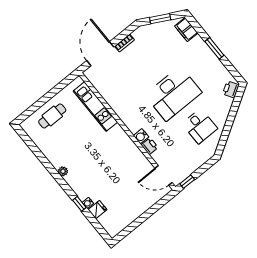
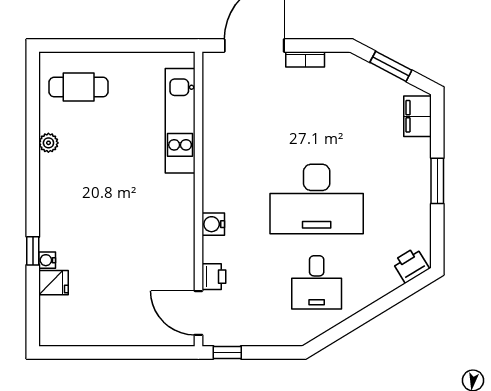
cafe table: (52, 116) -> (79, 87), moved
printer: (150, 146) -> (214, 277), moved
plant: (63, 171) -> (48, 143), moved

